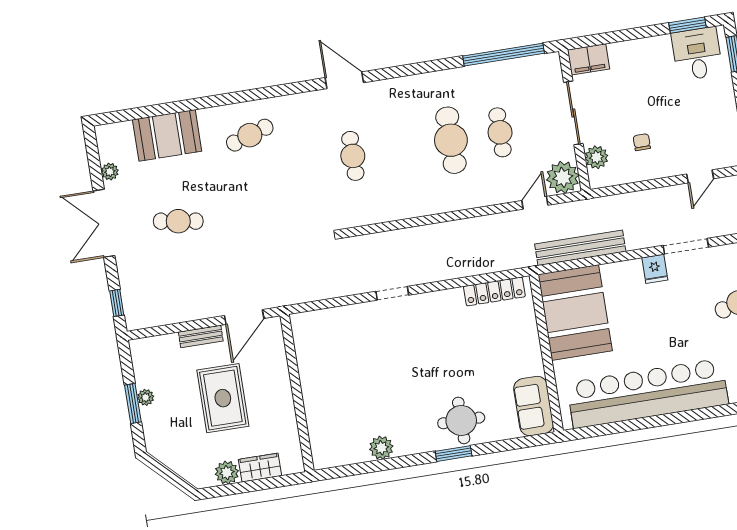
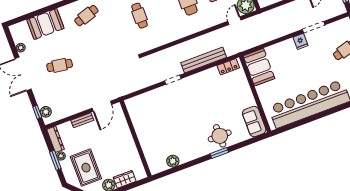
bench: (580, 248) -> (204, 60), moved
locker: (494, 291) -> (228, 67), width x0.66
plant: (133, 306) -> (46, 112), added
booth: (575, 313) -> (259, 67), width x0.73, depth x0.70
dresser: (141, 363) -> (55, 139), added
rug: (223, 398) -> (86, 168), moved
plant: (381, 448) -> (173, 161), moved

